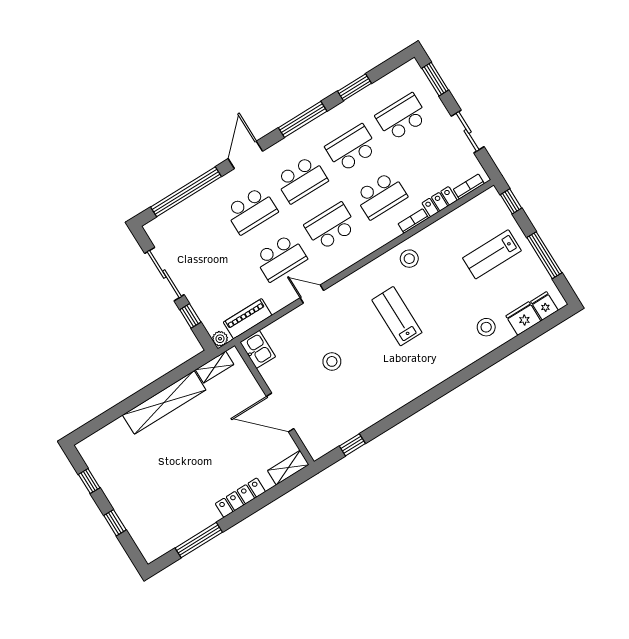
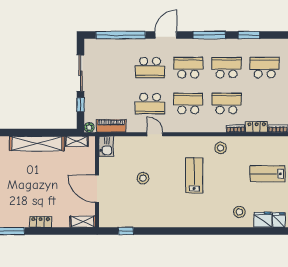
school desk: (301, 179) -> (188, 68), turned 180
school desk: (381, 195) -> (226, 104), turned 180
locker: (240, 498) -> (40, 222), width x0.66

